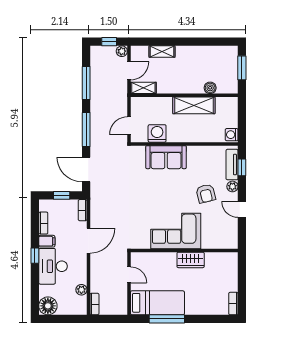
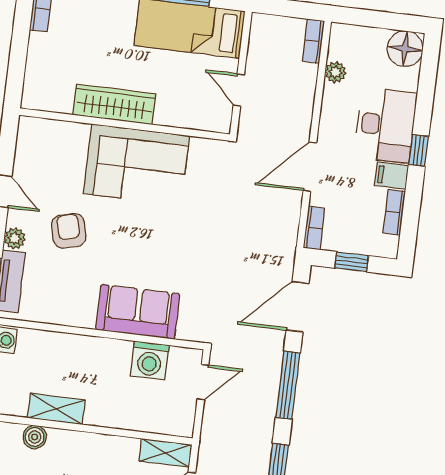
shelving: (194, 105) -> (56, 409), width x0.67, depth x0.75
door: (86, 169) -> (297, 307), swing flipped
wardrobe: (191, 260) -> (114, 104), width x1.50

